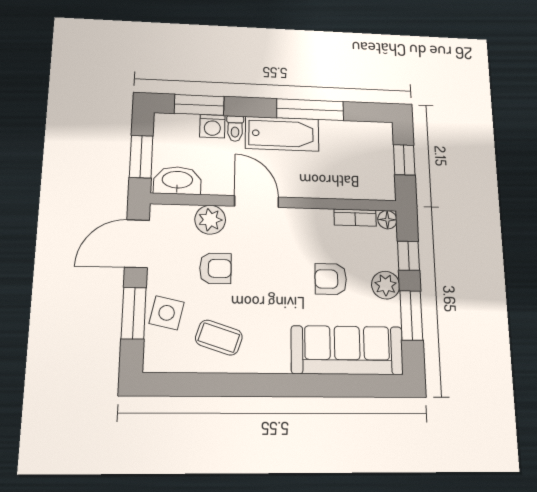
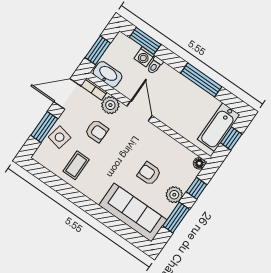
bathtub: (282, 134) -> (219, 127), moved, turned 90
bookcase: (355, 218) -> (94, 89), moved
coffee table: (219, 338) -> (76, 165), turned 72

